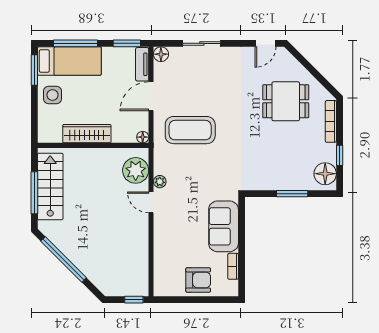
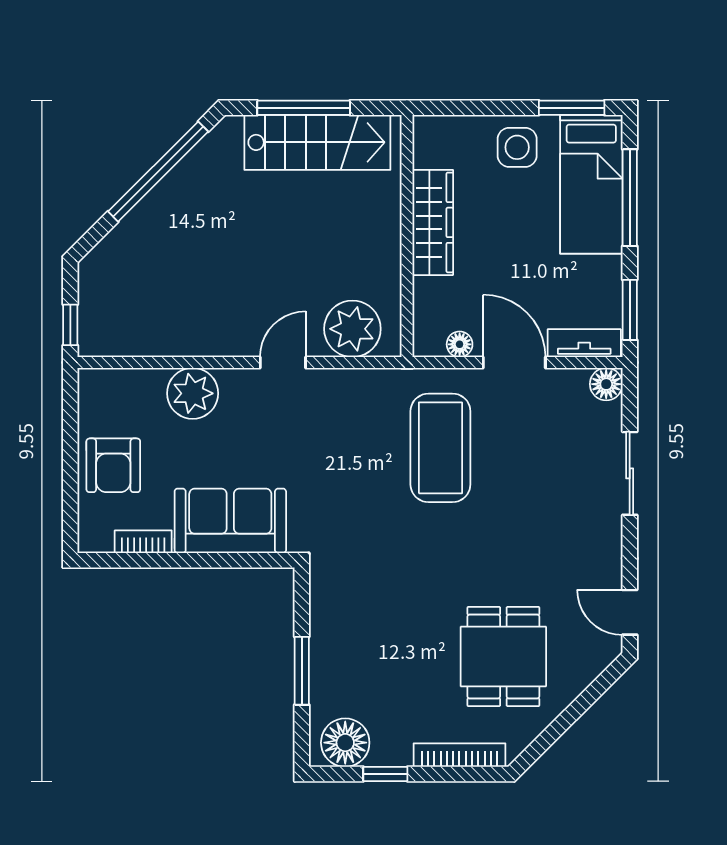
floor lamp: (143, 137) -> (460, 344), moved
plant: (160, 182) -> (193, 393), moved, width x1.87, depth x1.87

